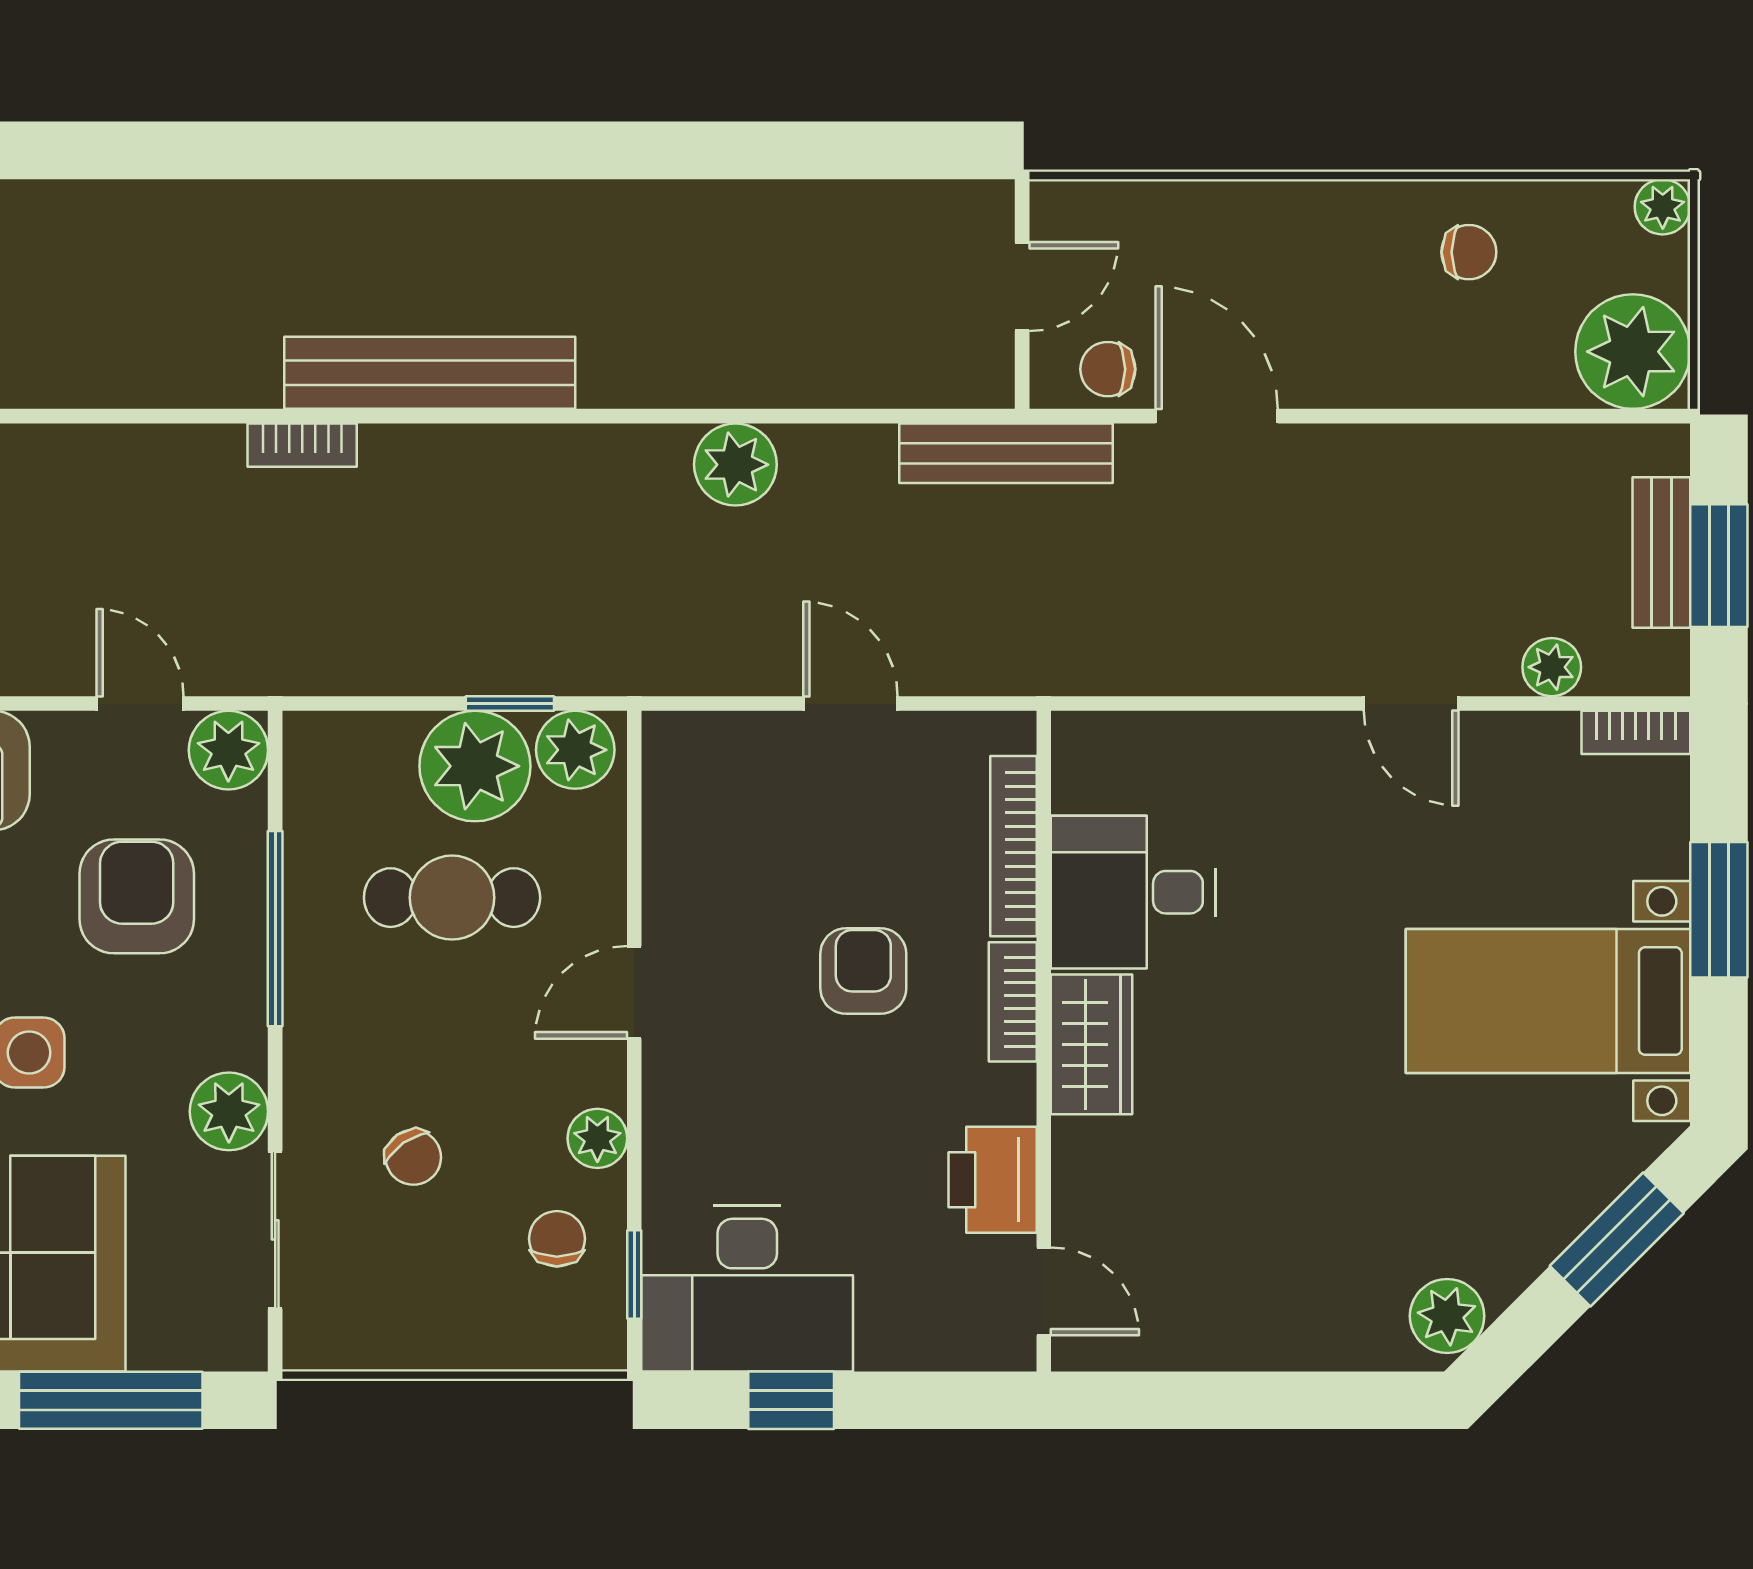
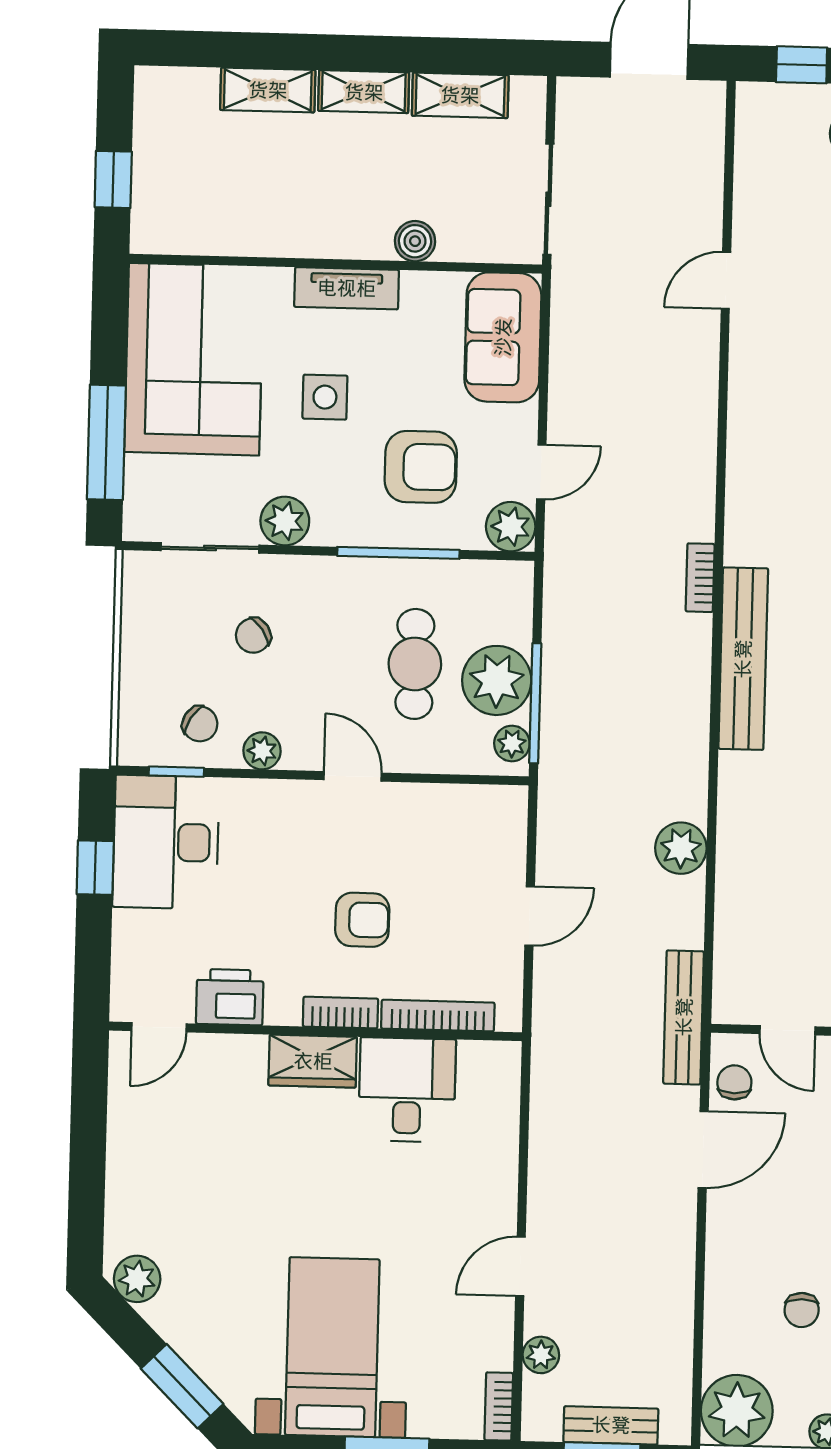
window: (510, 703) -> (535, 703), width x2.17
plant: (575, 750) -> (512, 744), width x0.73, depth x0.73
chair: (557, 1239) -> (200, 724), turned 32

